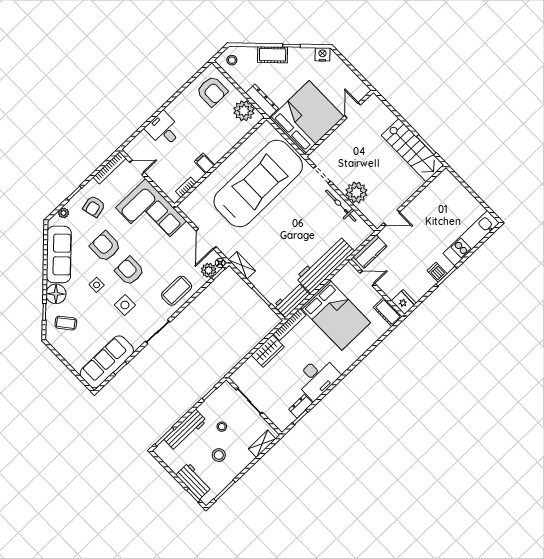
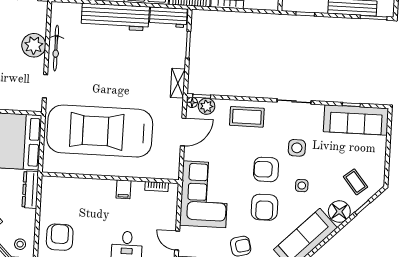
plant: (244, 111) -> (52, 197), removed
armchair: (129, 271) -> (266, 169), turned 90

